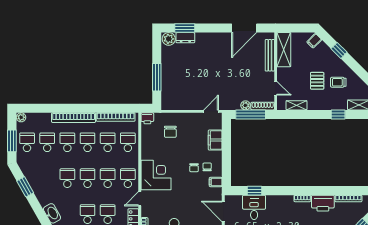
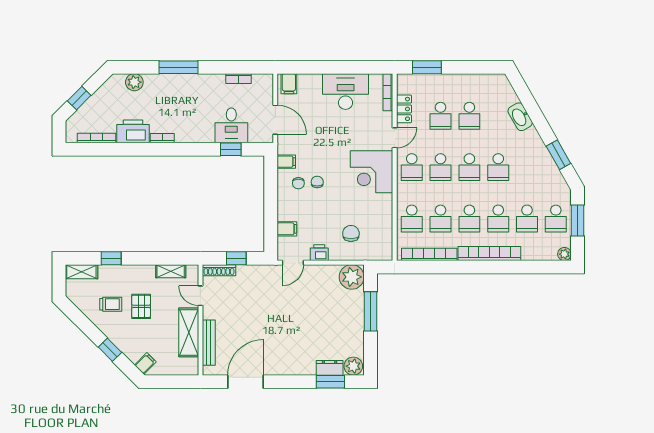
shelving: (284, 50) -> (189, 332), moved
plant: (245, 105) -> (352, 277), moved, width x1.88, depth x1.88
window: (251, 114) -> (236, 258), width x0.46
printer: (147, 118) -> (319, 253), moved
filing cabinet: (215, 140) -> (287, 229), width x0.50

